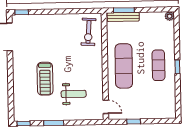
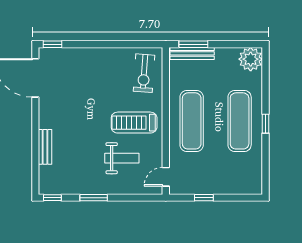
plant: (170, 16) -> (251, 59), width x1.87, depth x1.87
exercise mat: (159, 65) -> (240, 121), width x1.36, depth x1.45
treadmill: (45, 79) -> (134, 123), moved, turned 90
bench: (18, 87) -> (45, 147), added
door: (106, 107) -> (166, 177), swing flipped

